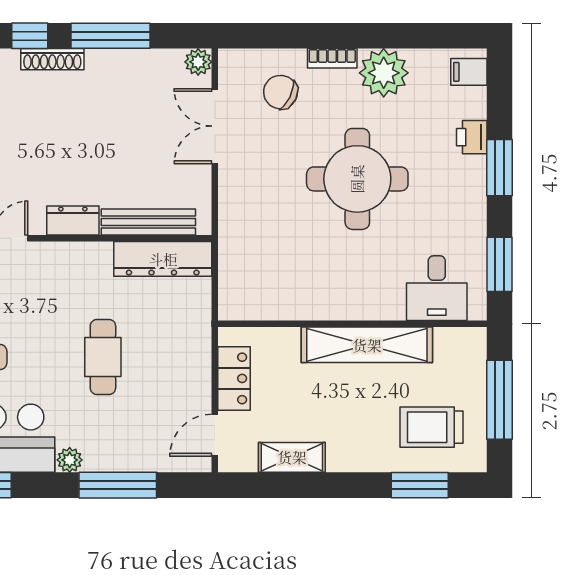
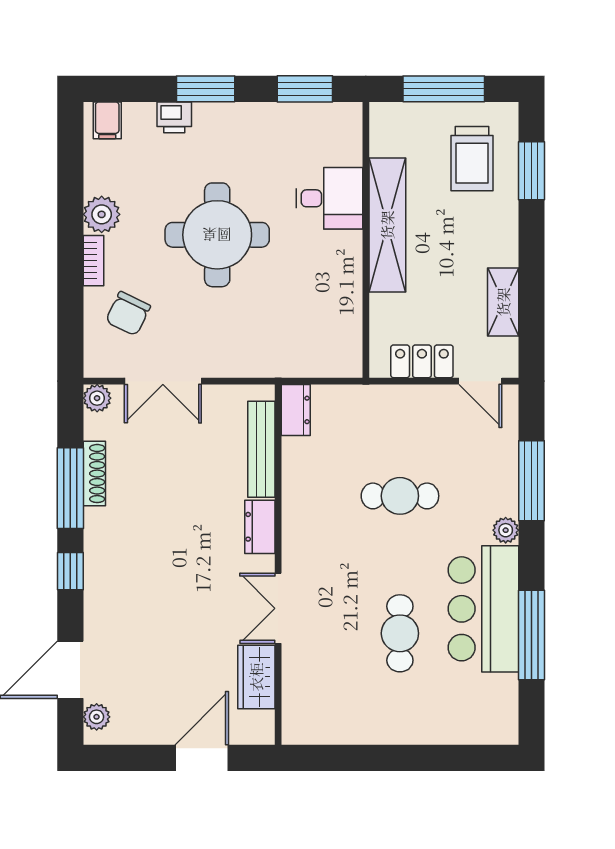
shoe rack: (52, 59) -> (94, 474), moved
plant: (384, 73) -> (102, 214), width x0.73, depth x0.73
dresser: (163, 259) -> (296, 410), width x0.51, depth x0.80
desk: (437, 288) -> (329, 198), moved

